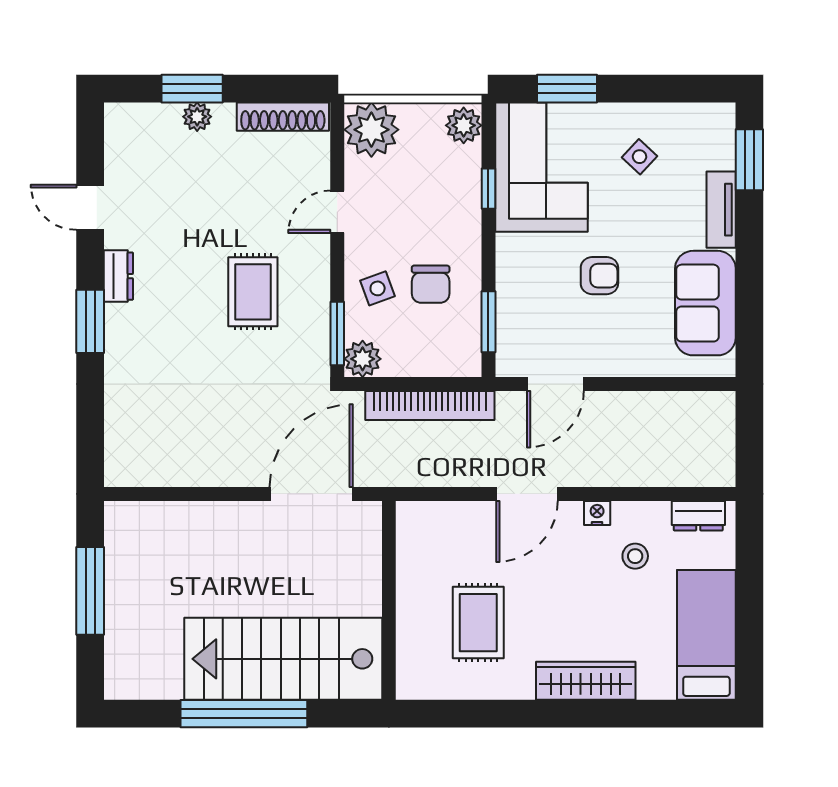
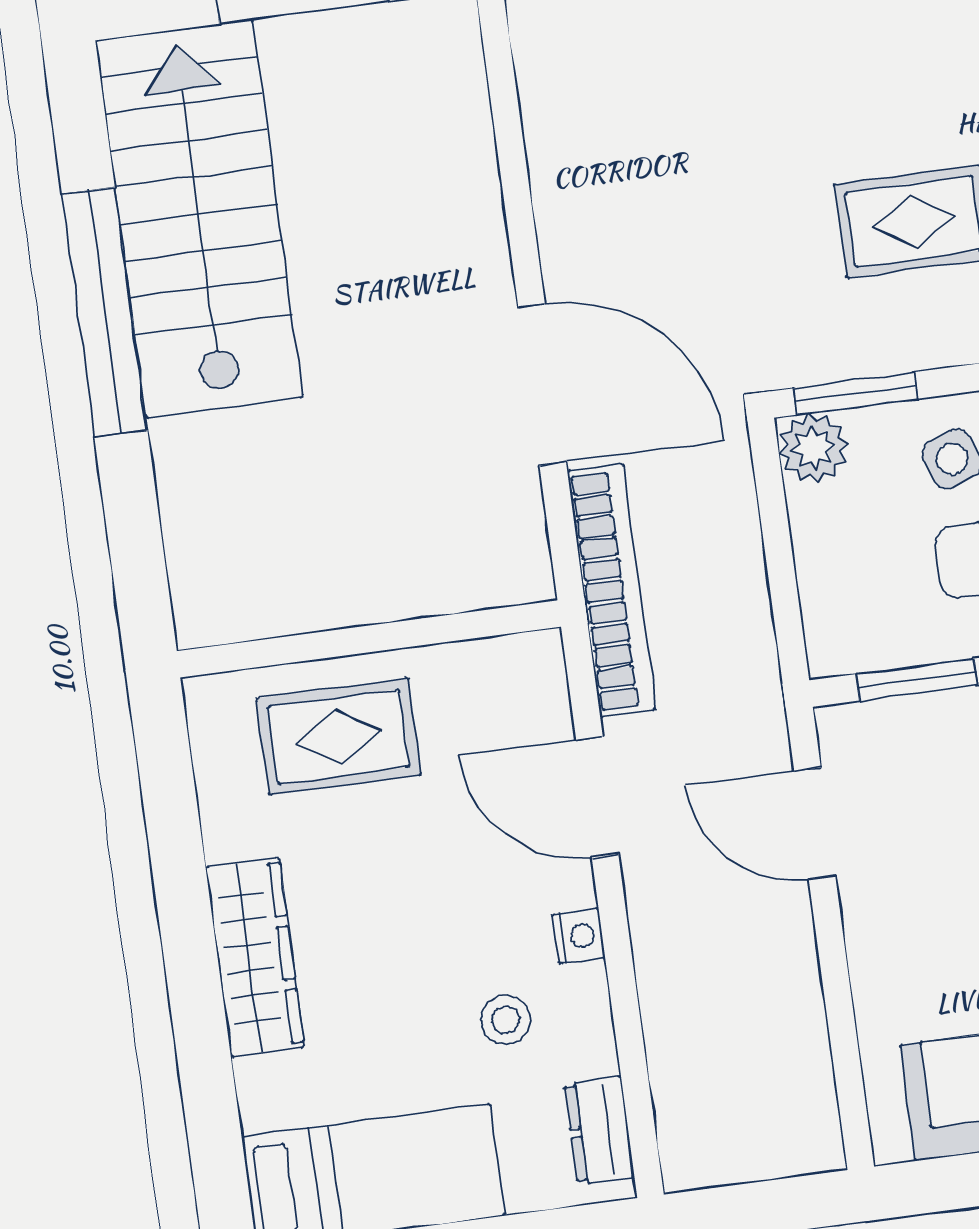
bookcase: (430, 406) -> (612, 591), moved, turned 180
wall: (389, 600) -> (369, 639), moved
stairs: (283, 659) -> (199, 219), moved

